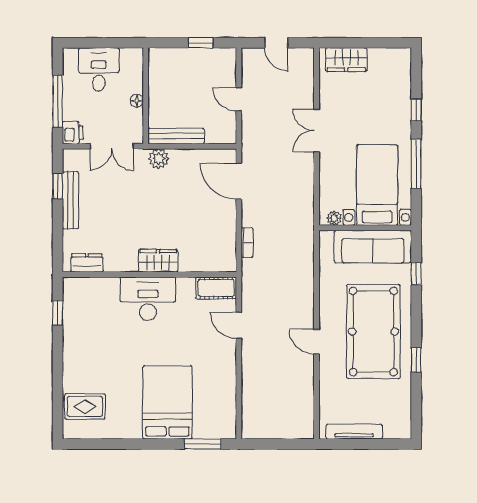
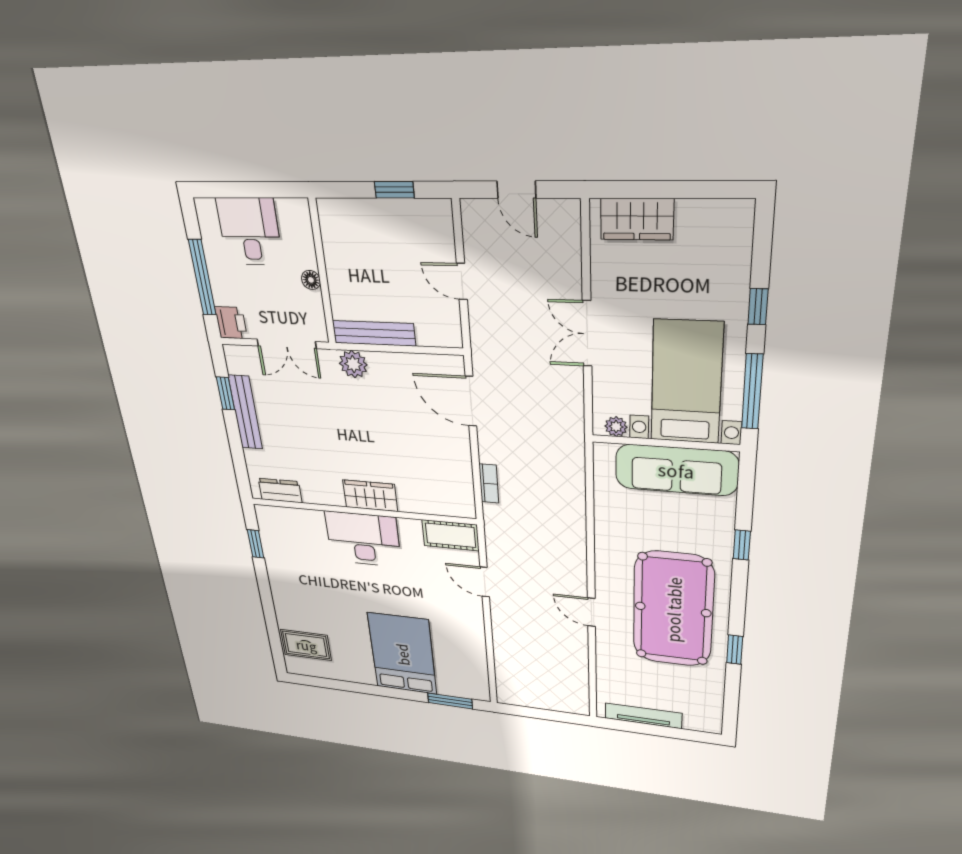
bed with nightstands: (377, 185) -> (686, 382), moved
plant: (334, 218) -> (616, 427), moved
wall: (365, 228) -> (665, 443), moved
sofa: (373, 247) -> (676, 470), moved

